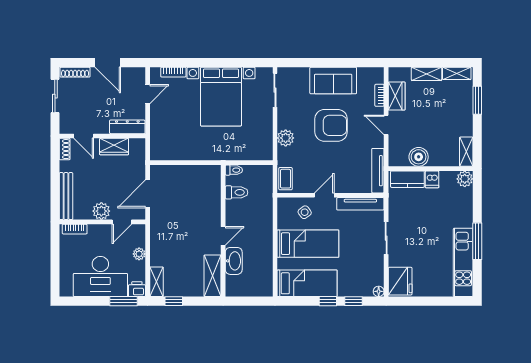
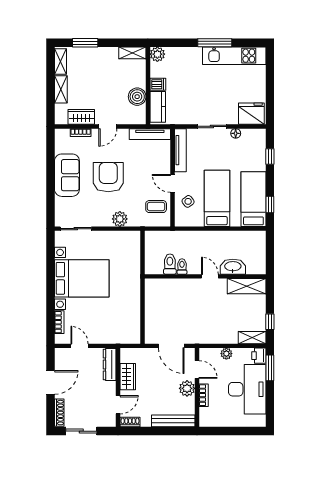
toilet: (234, 170) -> (182, 266), moved
coffee table: (286, 179) -> (156, 207), moved
bookcase: (75, 229) -> (204, 395), moved
floor lamp: (379, 291) -> (236, 133), moved
window: (328, 301) -> (270, 205), moved

